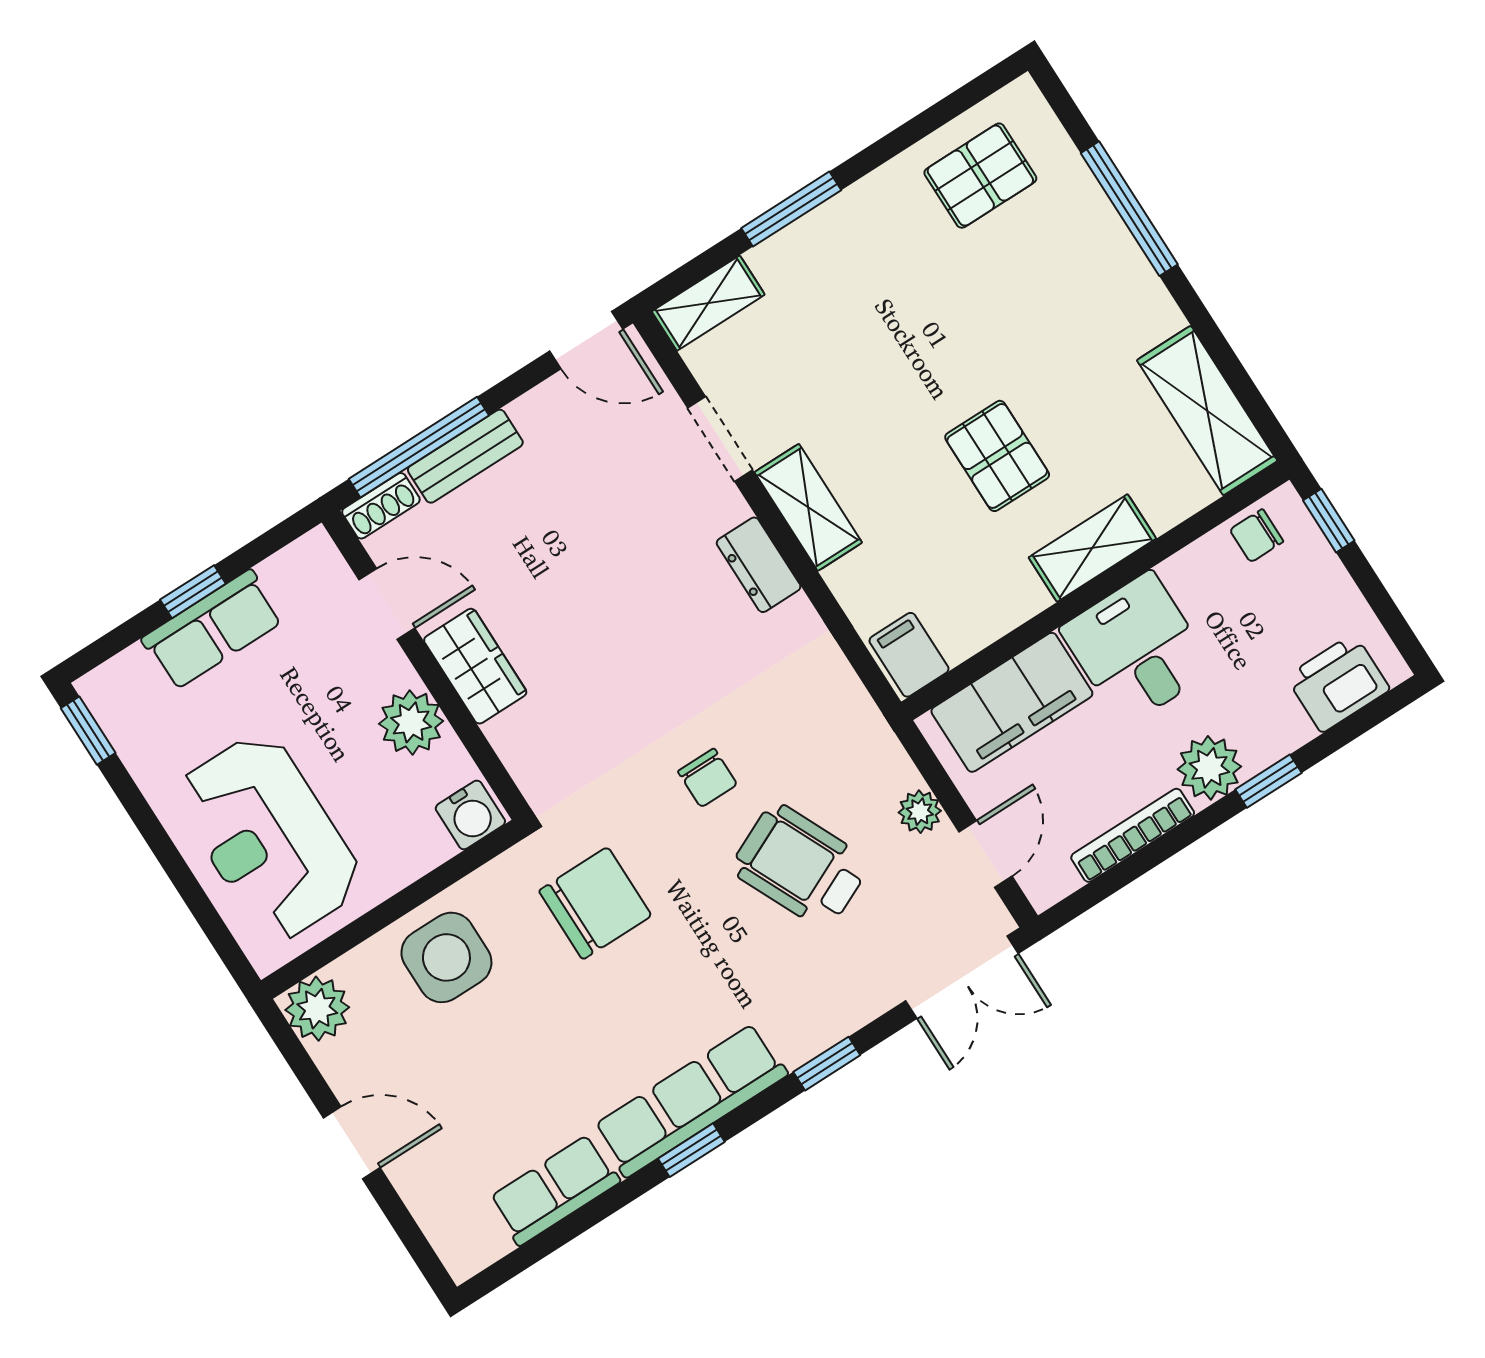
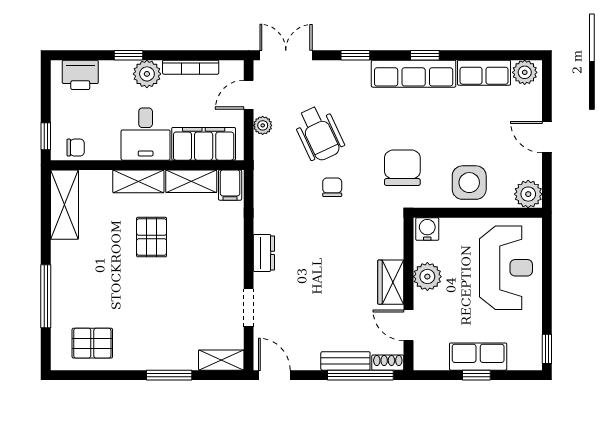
shelving: (808, 507) -> (191, 181), moved, turned 90
chair: (595, 903) -> (402, 168), turned 90
plant: (476, 1241) -> (525, 72), added

